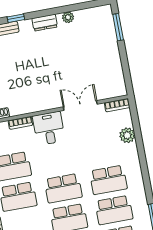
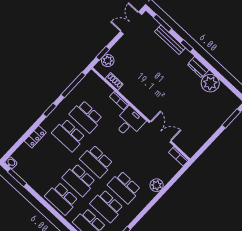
plant: (68, 17) -> (210, 83), width x1.88, depth x1.88
plant: (127, 135) -> (157, 185), moved

